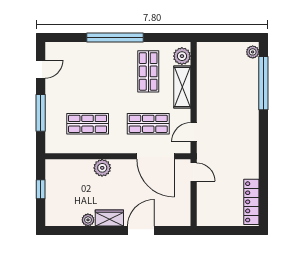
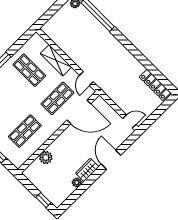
plant: (182, 56) -> (39, 44), removed
plant: (102, 168) -> (46, 157), moved
door: (194, 172) -> (129, 121), moved
window: (41, 189) -> (43, 200), moved

